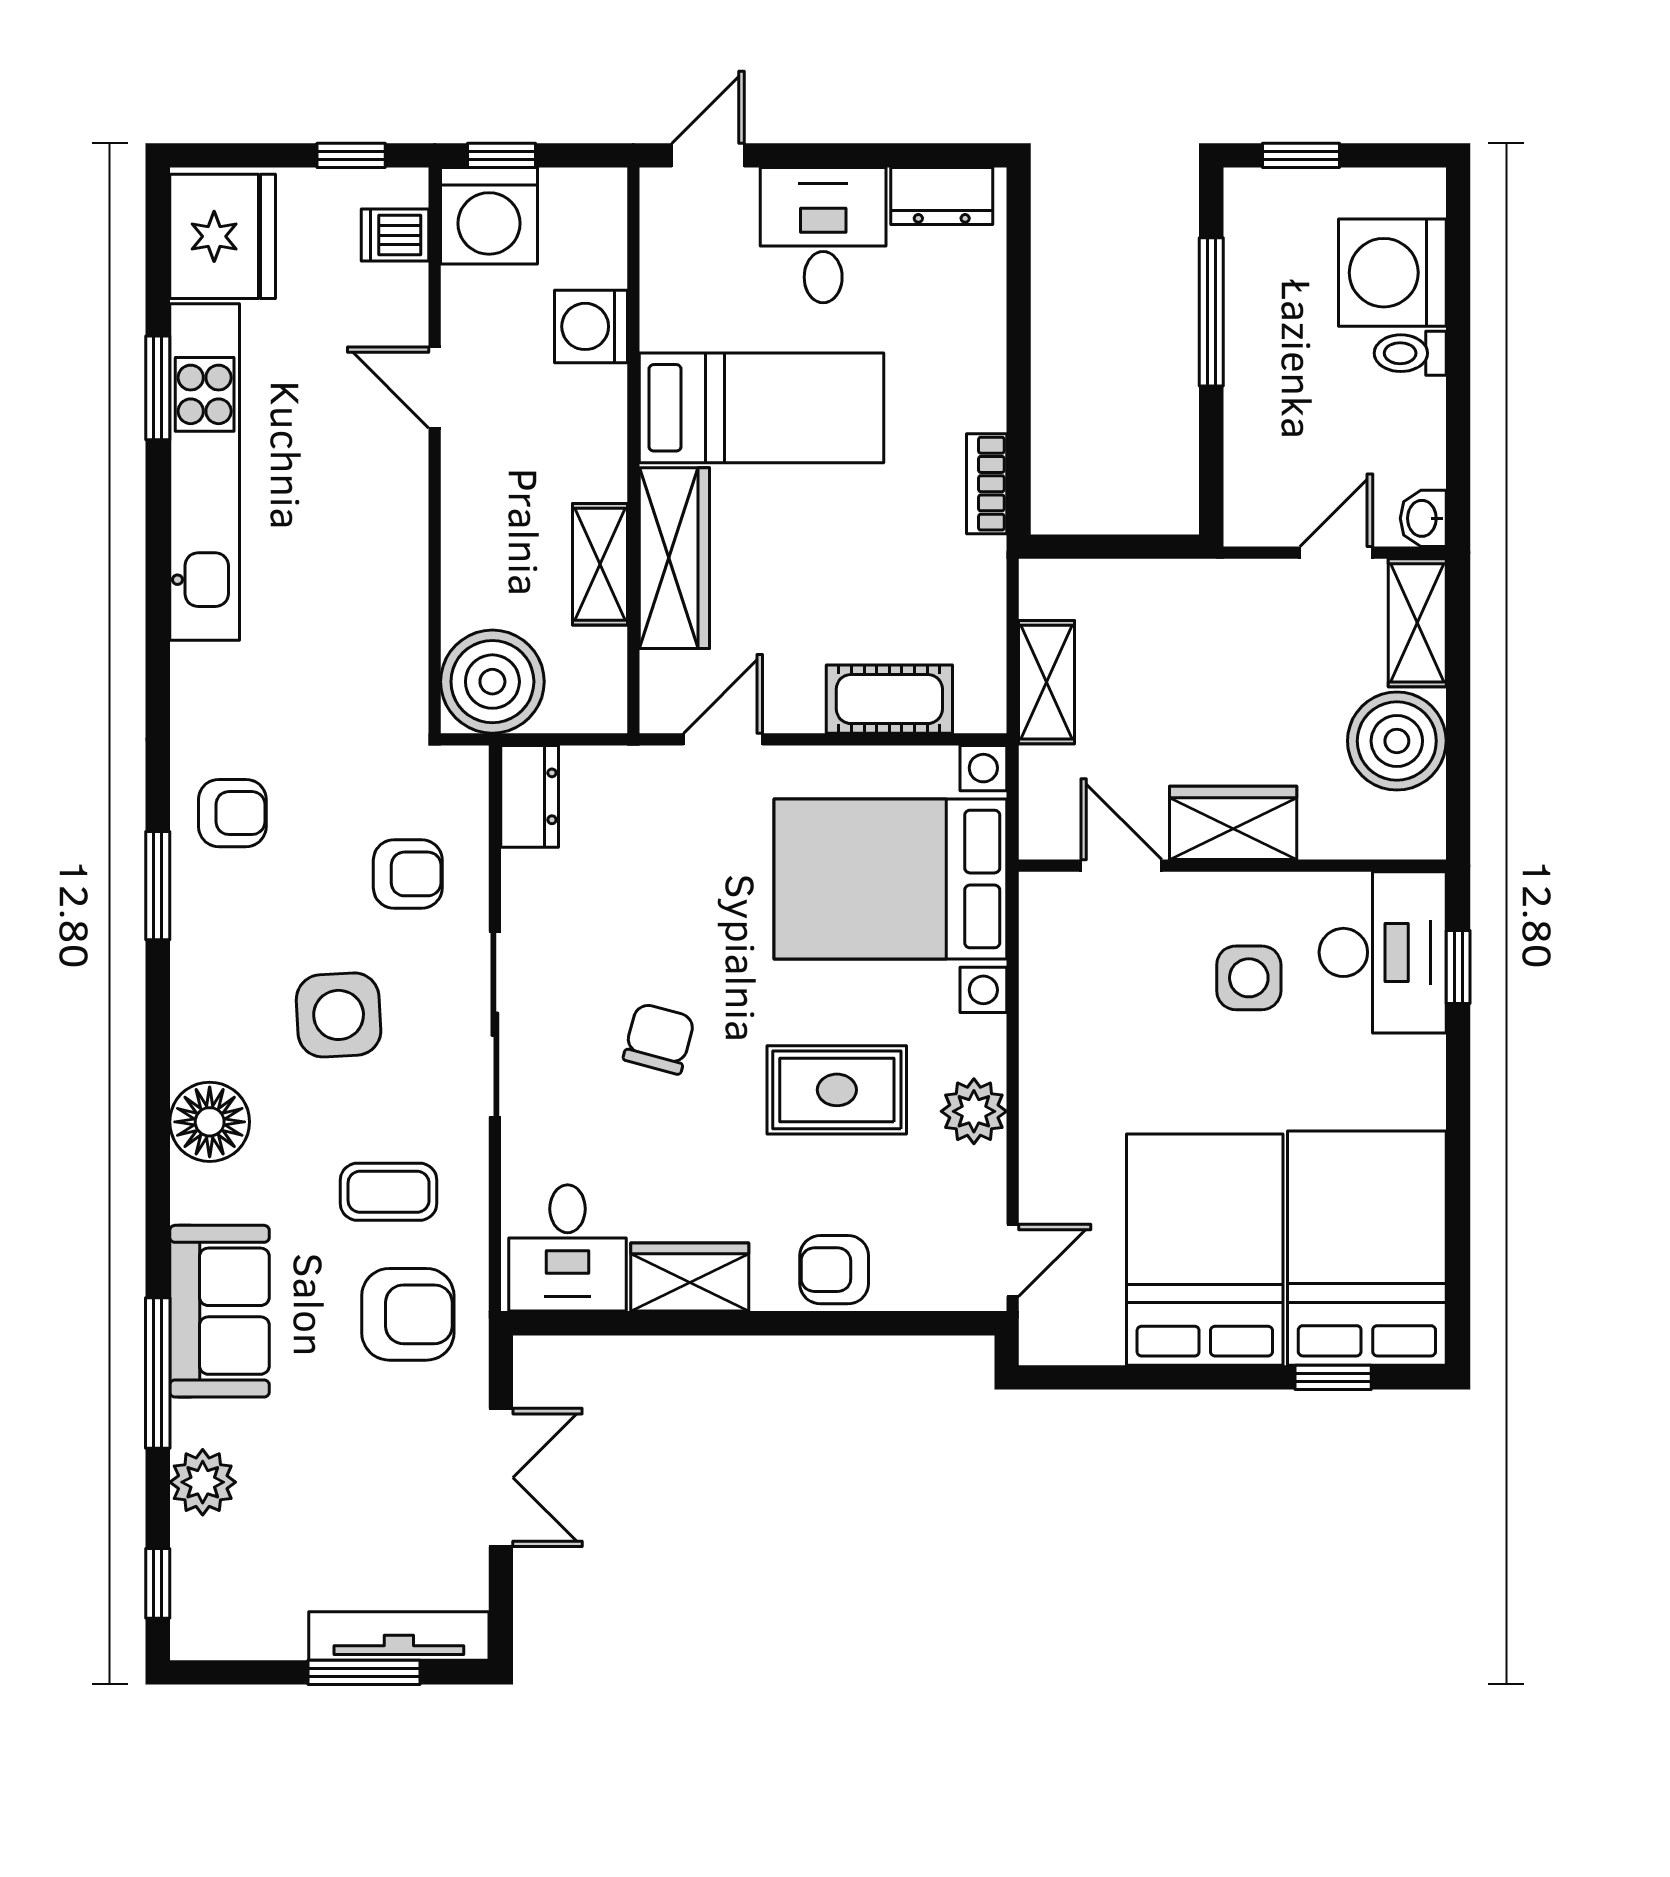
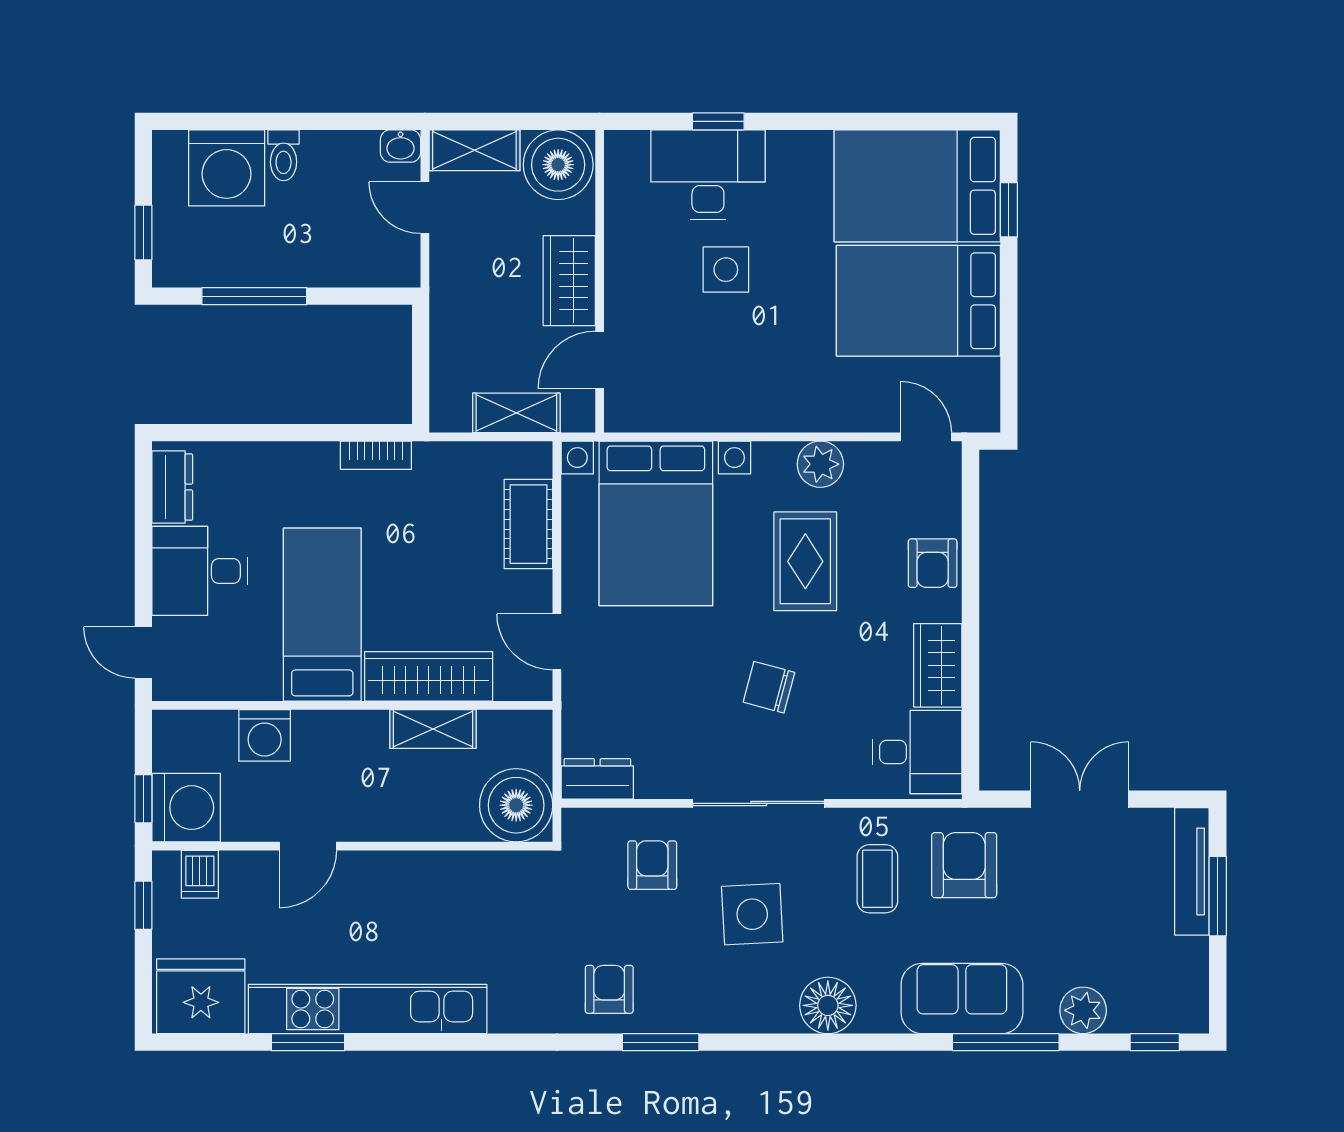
wardrobe: (1233, 823) -> (569, 281), moved
door: (1121, 866) -> (600, 360), moved
wall: (1232, 866) -> (600, 281), moved

